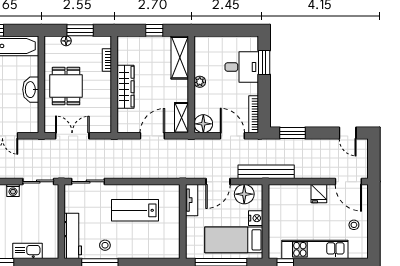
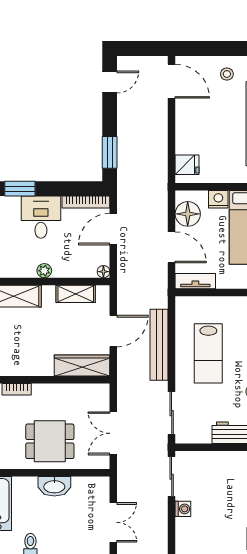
desk: (242, 67) -> (41, 217), moved
wardrobe: (125, 87) -> (82, 365), moved
shelving: (182, 118) -> (76, 294), moved
floor lamp: (203, 124) -> (103, 272), width x0.53, depth x0.53
door: (152, 136) -> (113, 331), swing flipped
bench: (266, 172) -> (159, 345), moved
door: (348, 182) -> (172, 81), hinge flipped
fridge: (319, 194) -> (187, 165), moved

